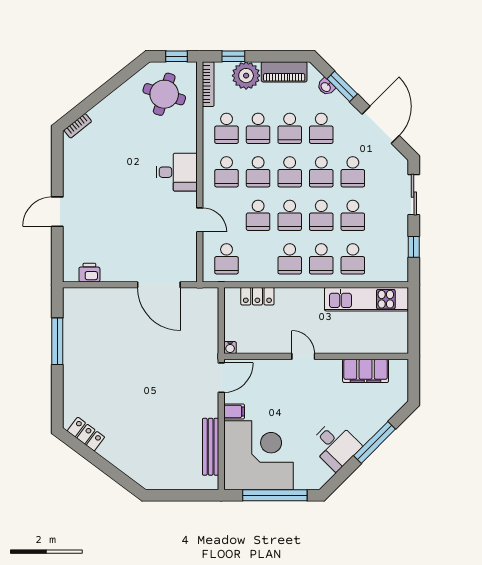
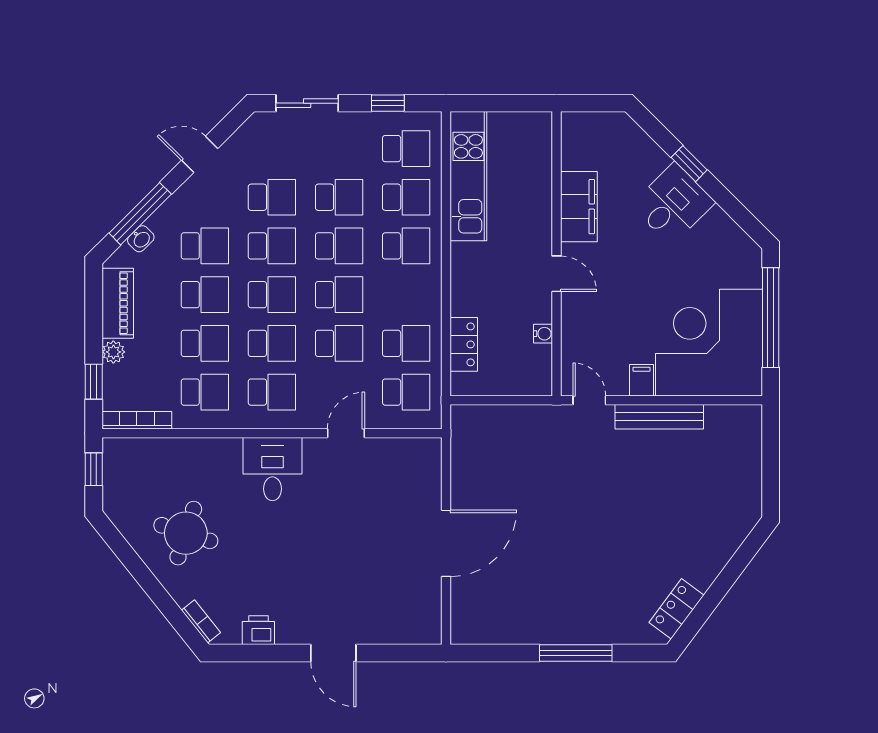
plant: (246, 76) -> (113, 352), width x0.53, depth x0.53
window: (342, 86) -> (140, 214), width x1.44
round table: (164, 94) -> (186, 533), moved
door: (381, 125) -> (200, 154), width x0.53
school desk: (290, 259) -> (406, 343), moved
school desk: (384, 259) -> (406, 149), added
printer: (89, 273) -> (258, 630), moved, turned 90
door: (159, 285) -> (446, 543), moved
window: (57, 341) -> (576, 653), moved
water cooler: (230, 348) -> (543, 334), moved
door: (303, 356) -> (557, 274), swing flipped
filing cabinet: (366, 371) -> (579, 207), moved
door: (221, 378) -> (589, 400), width x0.73
window: (375, 442) -> (689, 164), width x0.46
desk: (335, 445) -> (673, 204), moved
bench: (211, 447) -> (659, 417), moved

